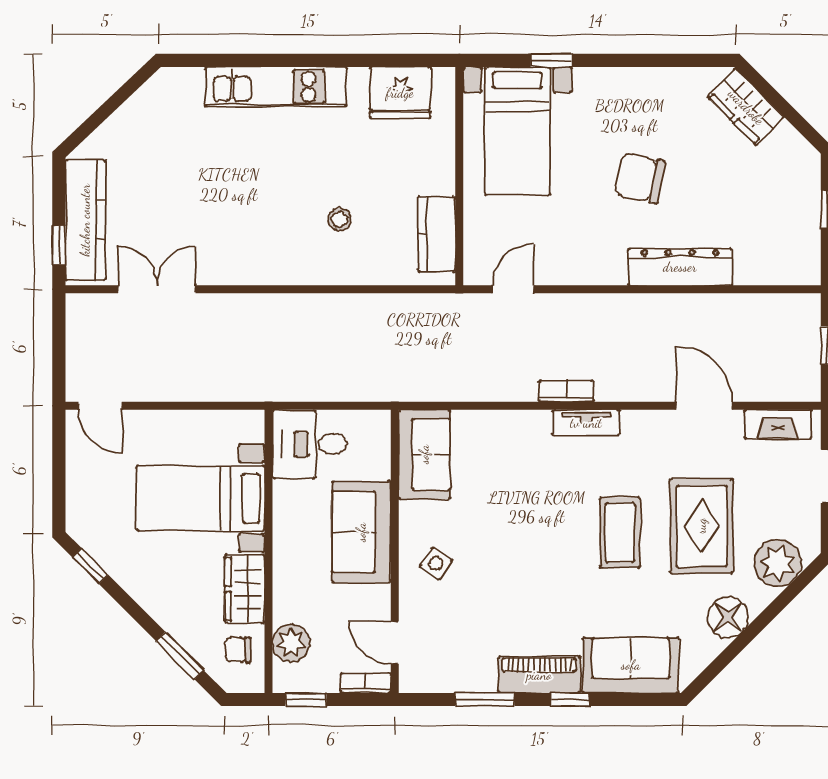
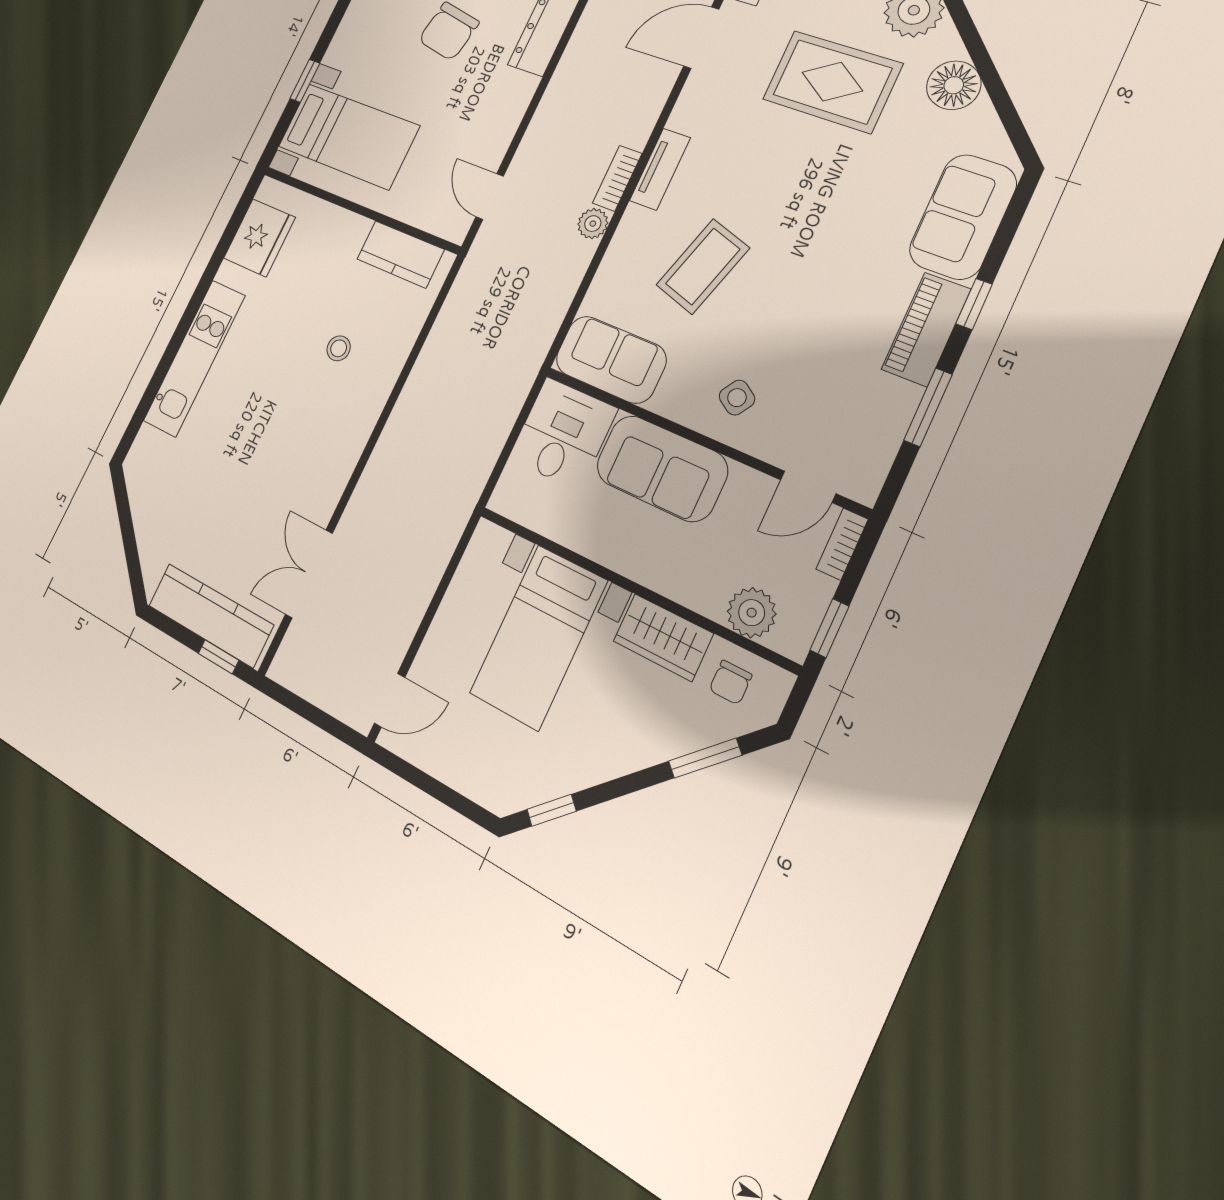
plant: (523, 388) -> (593, 224), added
desk: (309, 444) -> (563, 434), moved, turned 180
coffee table: (620, 533) -> (703, 266), moved, turned -73

